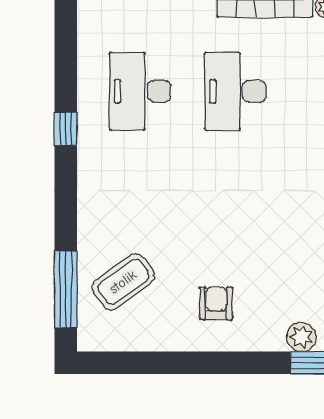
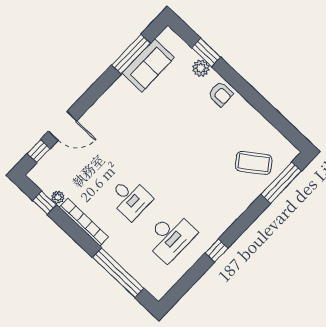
desk: (235, 91) -> (130, 198), width x0.73
armchair: (216, 303) -> (221, 94), moved, turned -90

